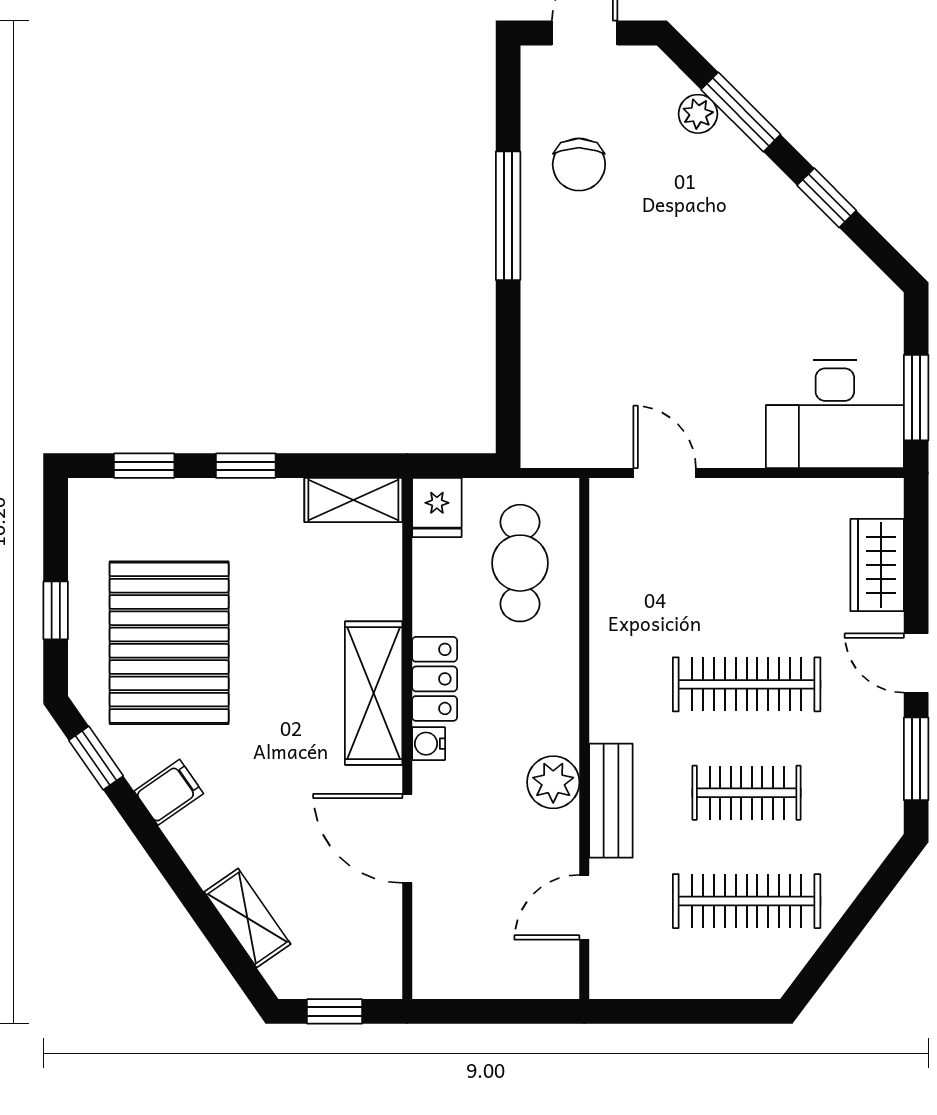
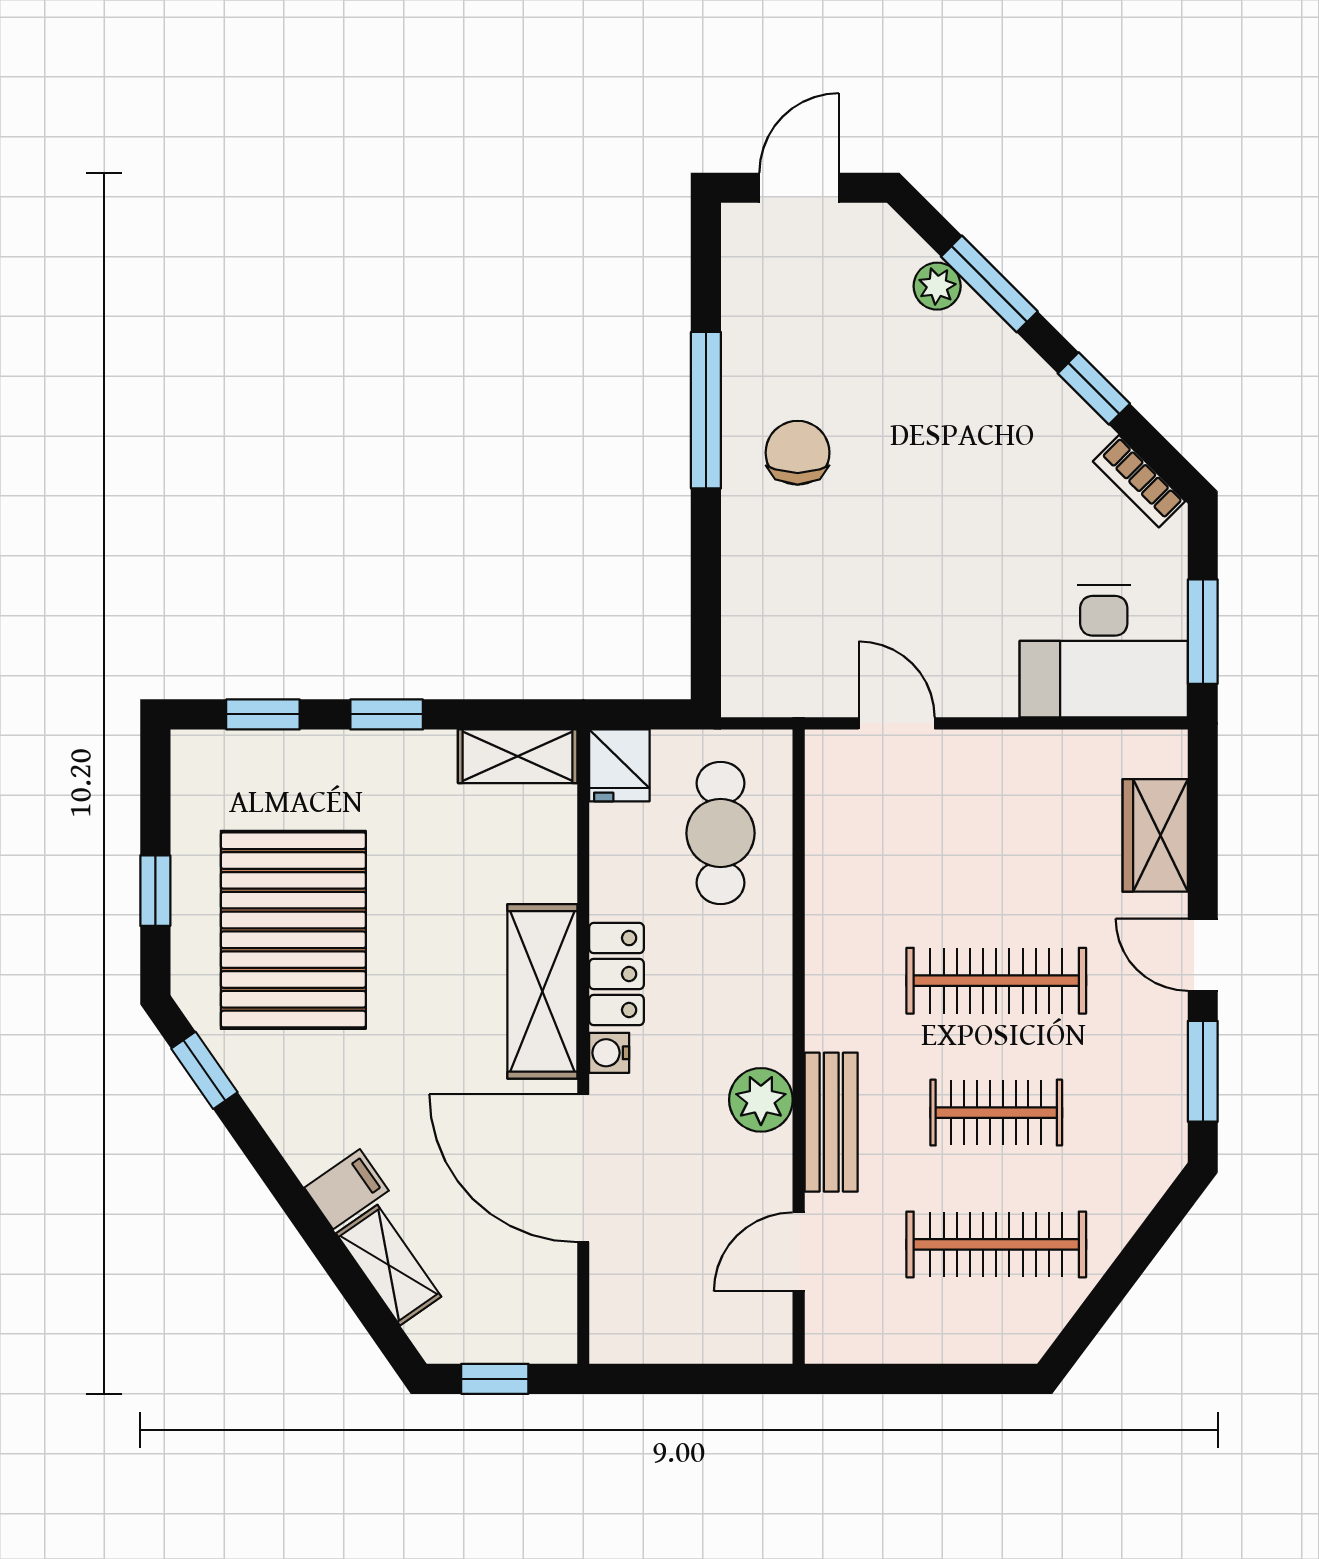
chair: (579, 165) -> (798, 453), moved, turned 180
bookcase: (864, 274) -> (1139, 481), added
filing cabinet: (169, 792) -> (347, 1189), moved
door: (407, 838) -> (583, 1168), width x1.36

